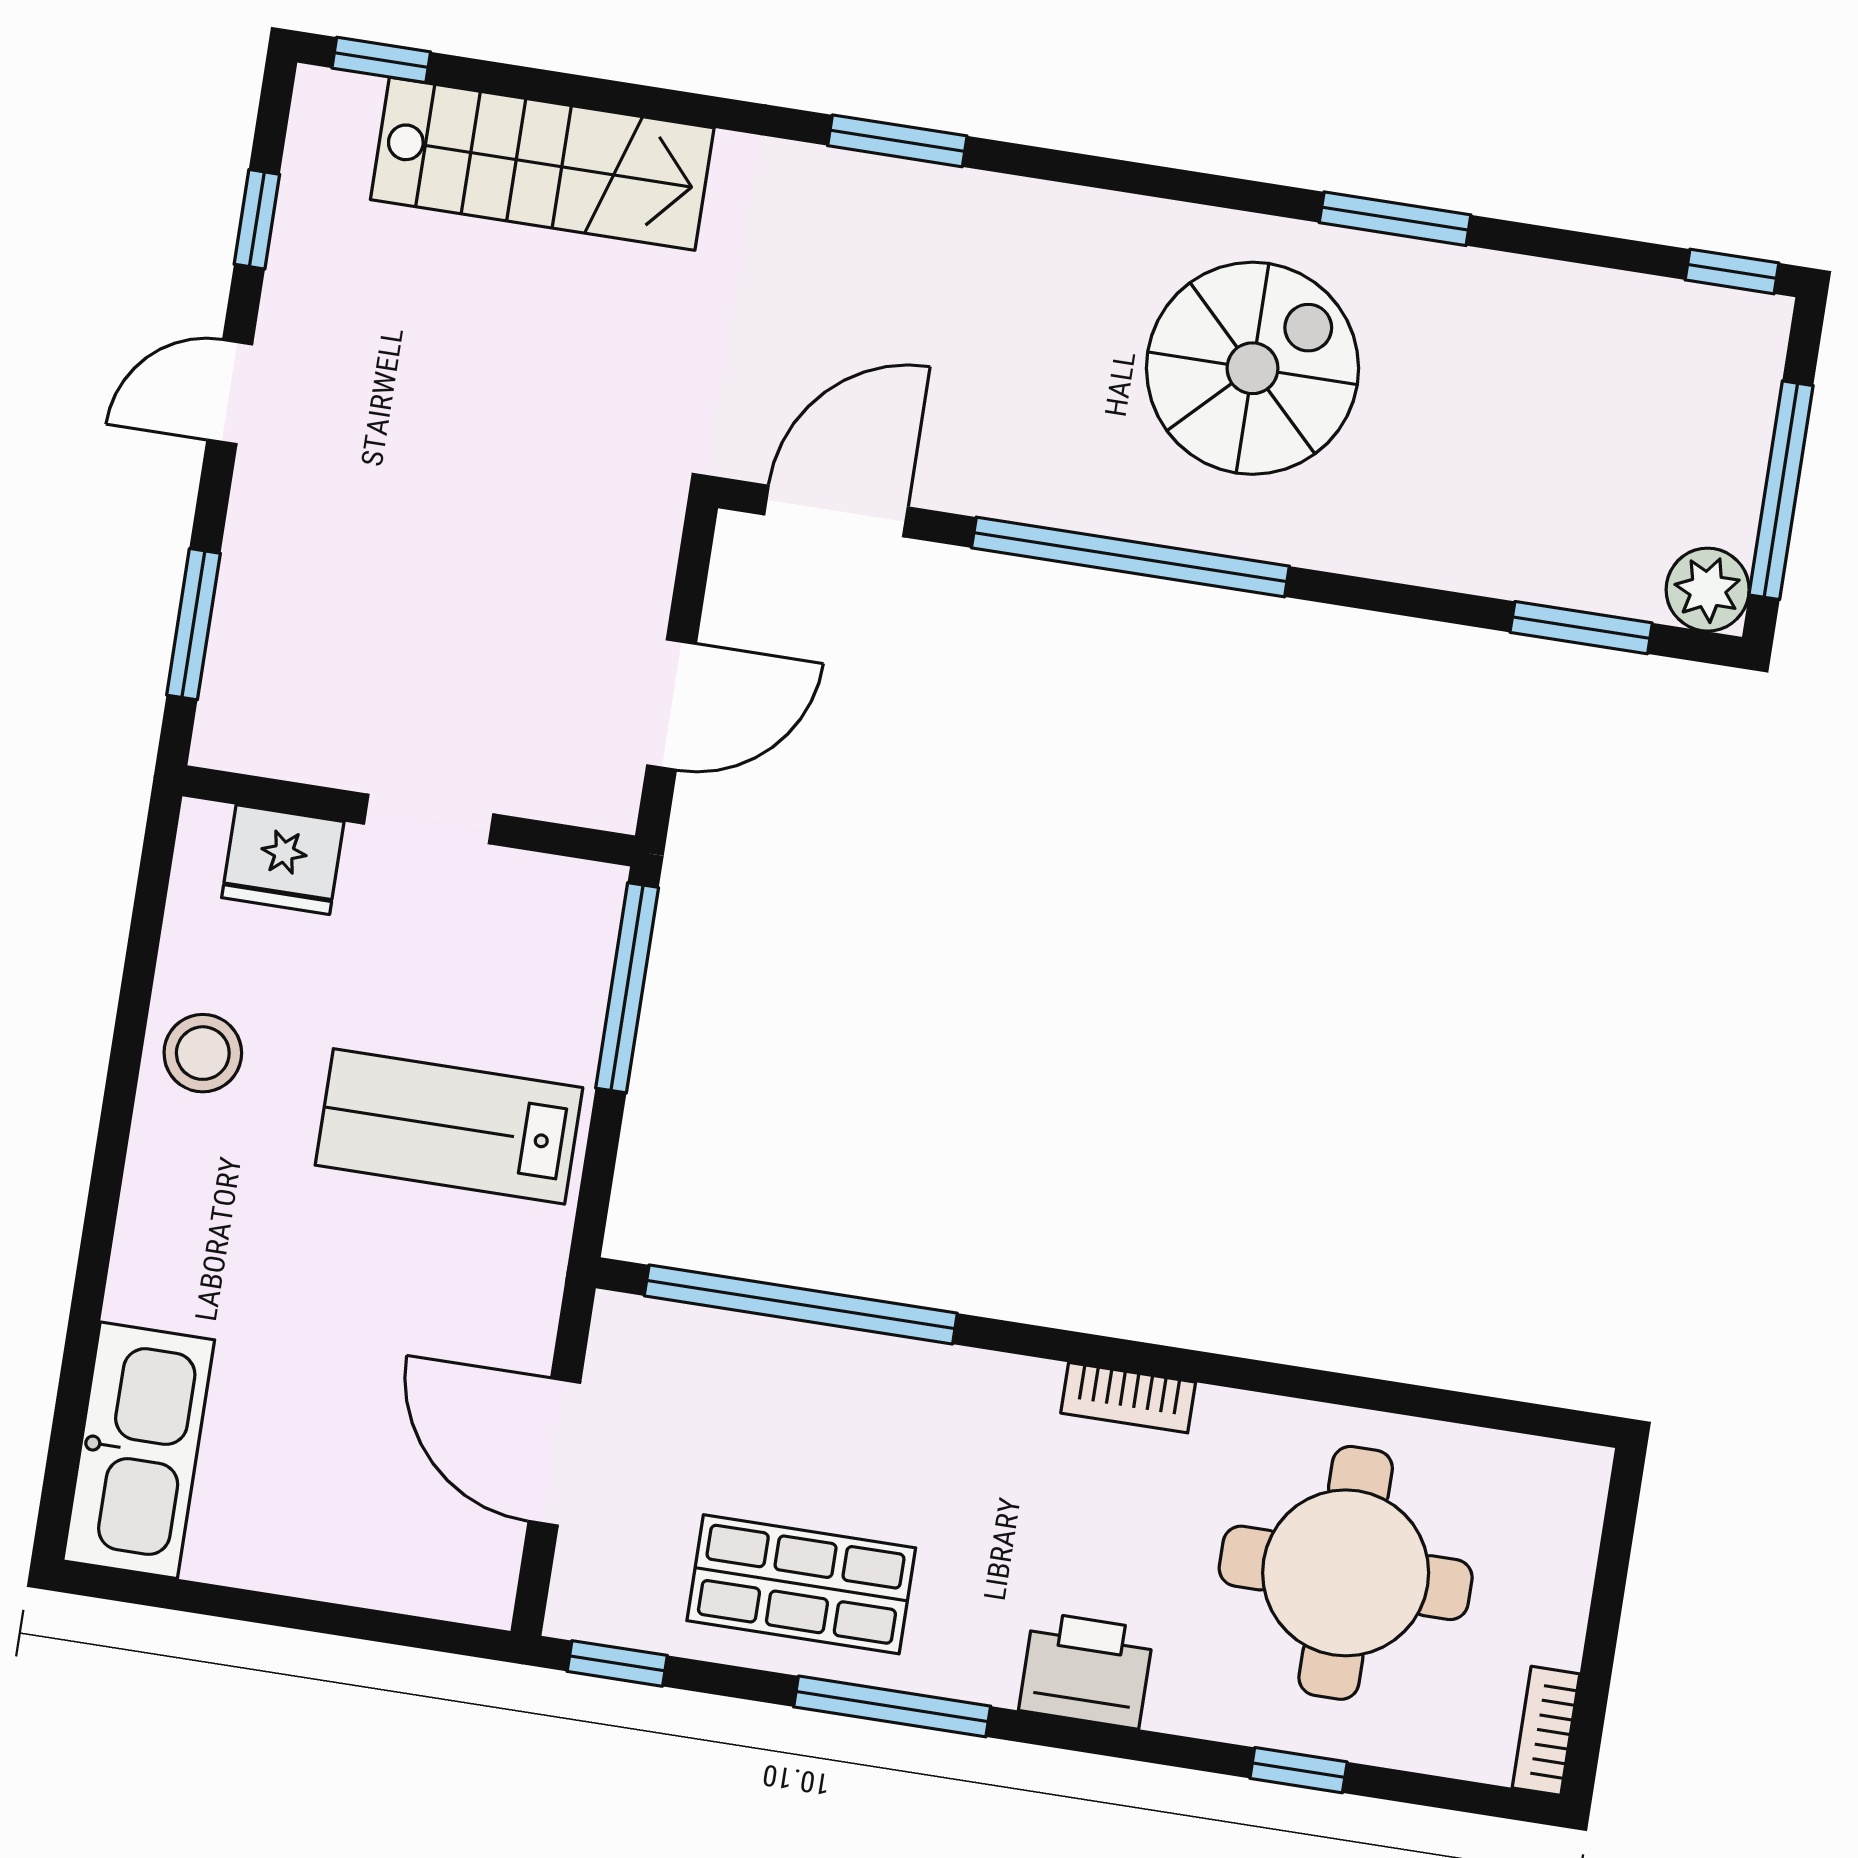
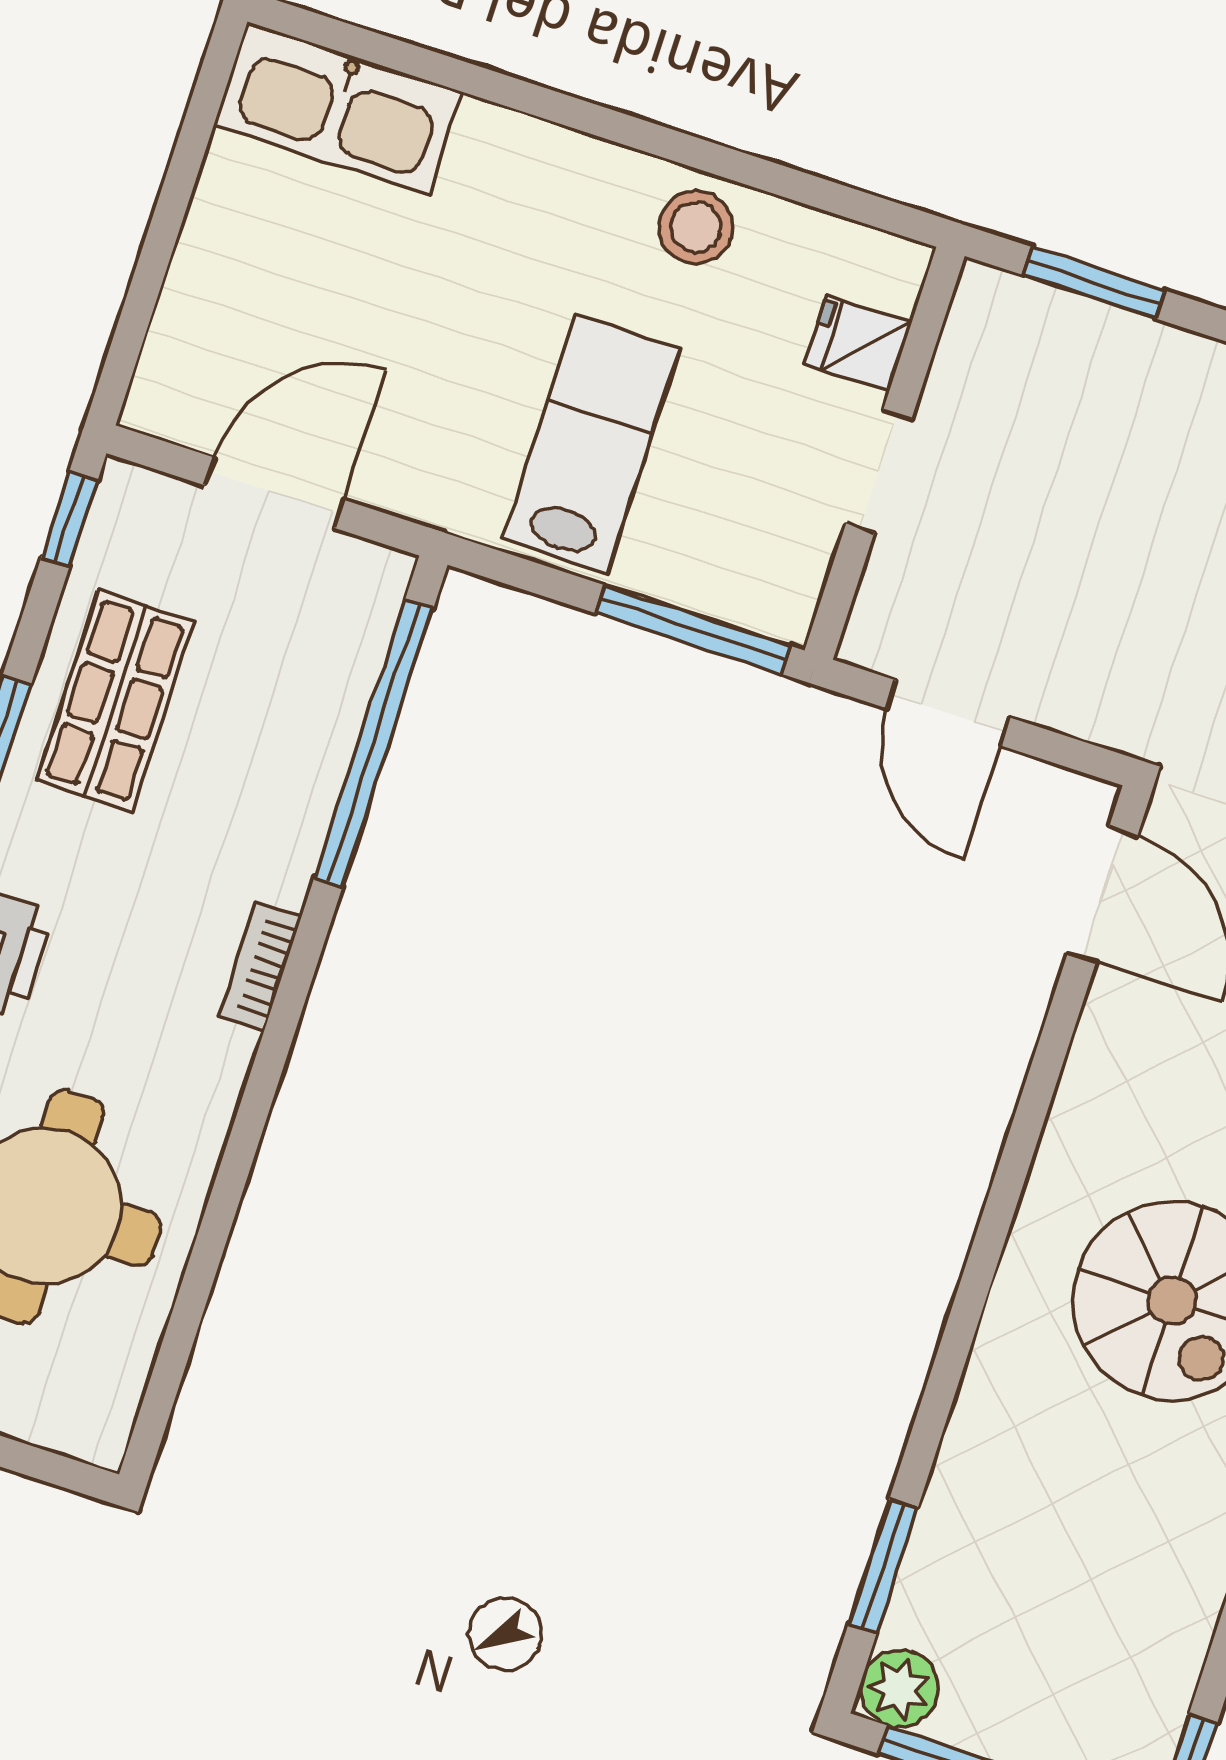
window: (1130, 557) -> (1016, 1160), removed
fridge: (283, 860) -> (859, 344), width x0.72
bookcase: (1128, 1398) -> (260, 966), moved

